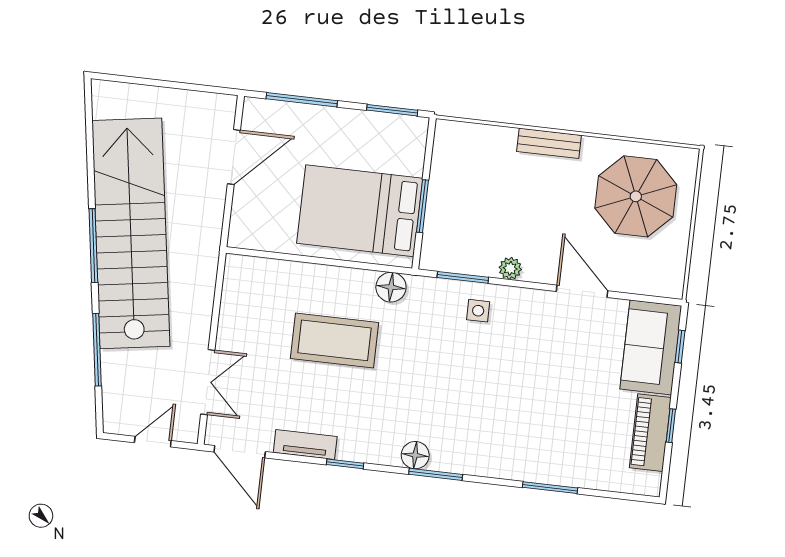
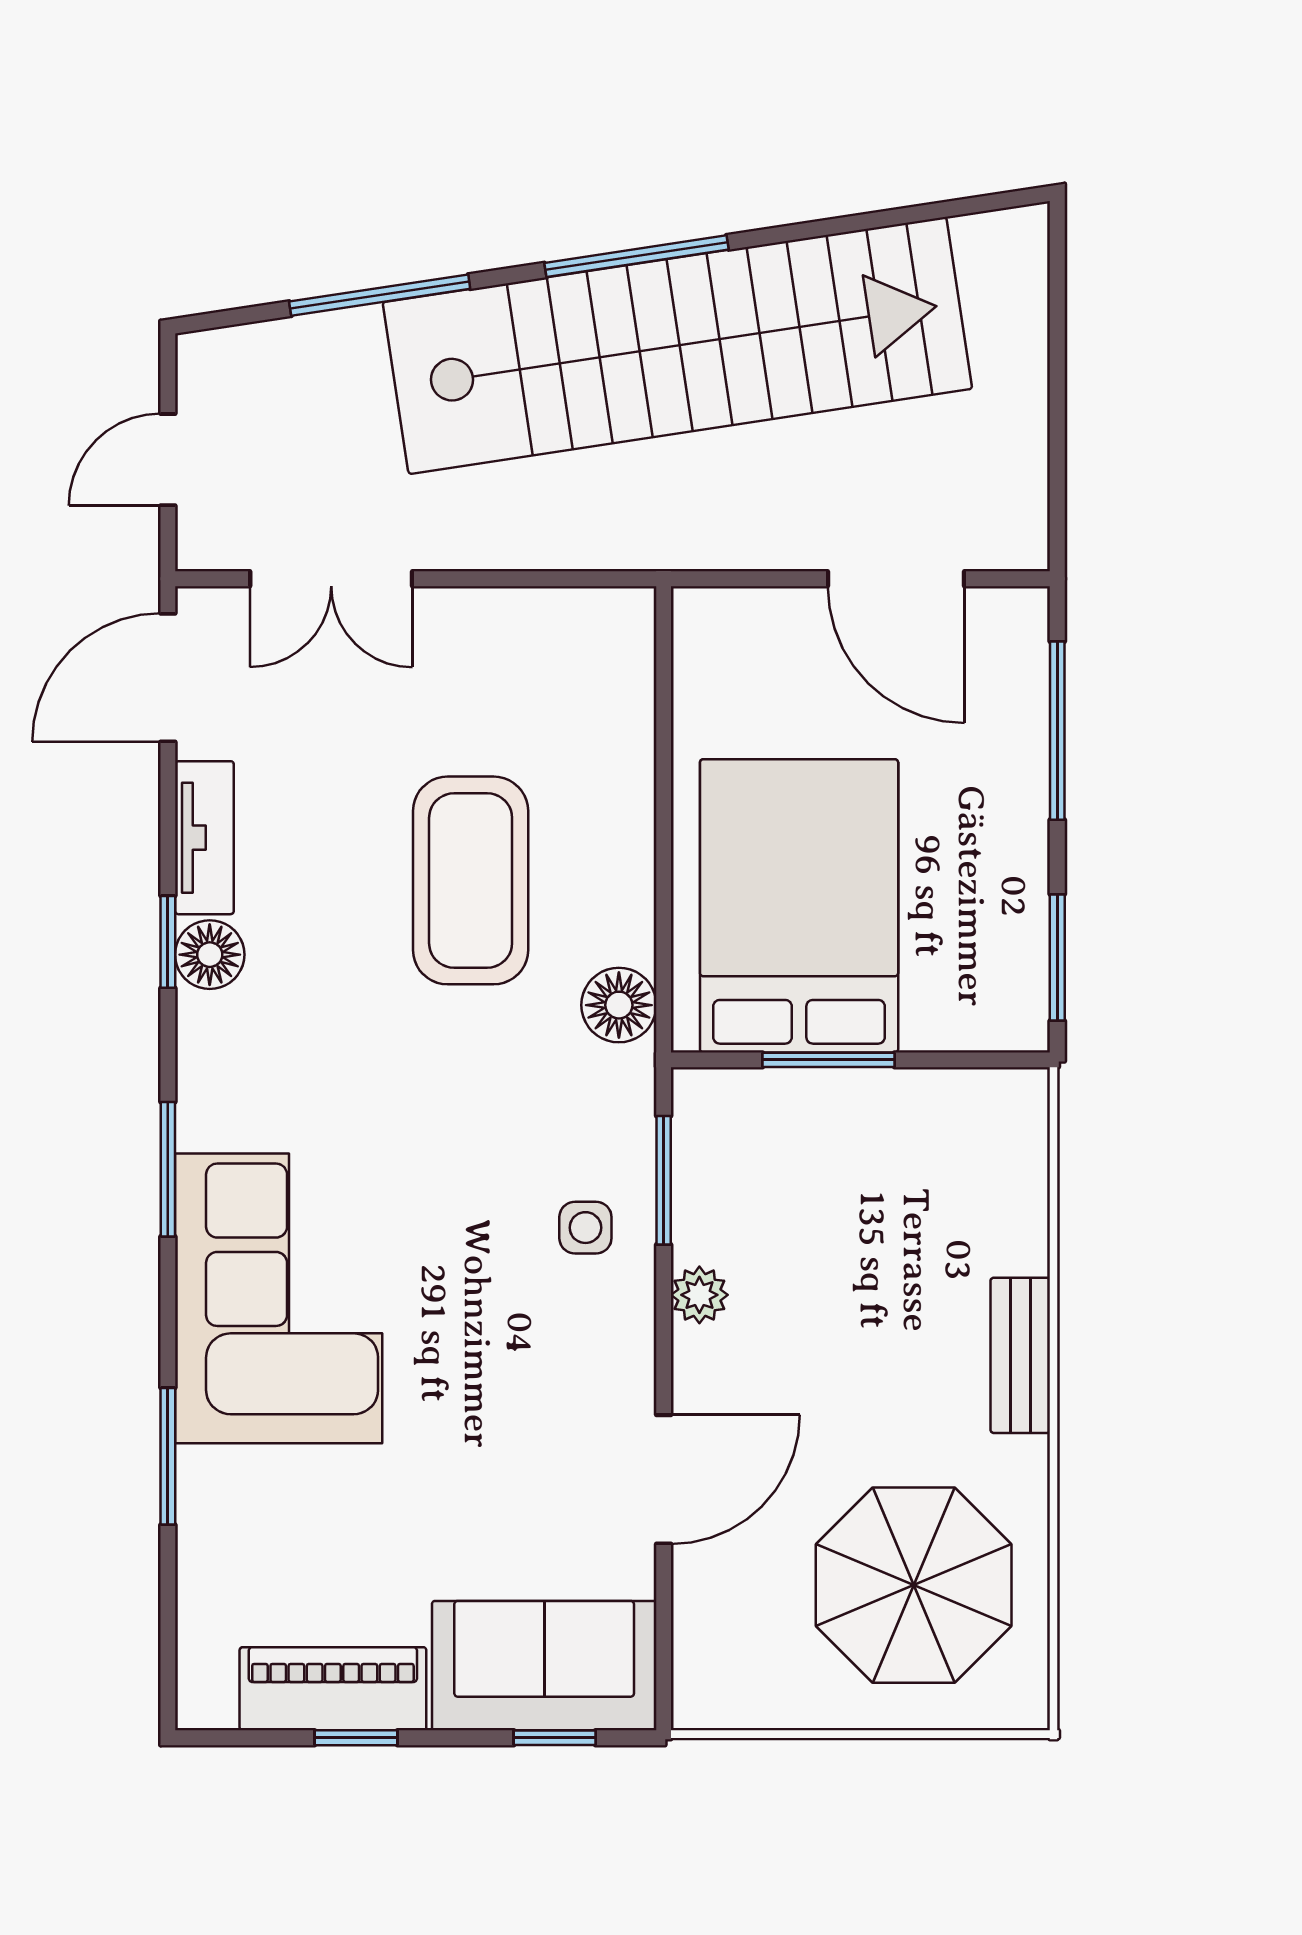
corner sofa: (492, 436) -> (279, 1298), added
door: (153, 442) -> (168, 460), swing flipped
floor lamp: (415, 455) -> (210, 955), moved

